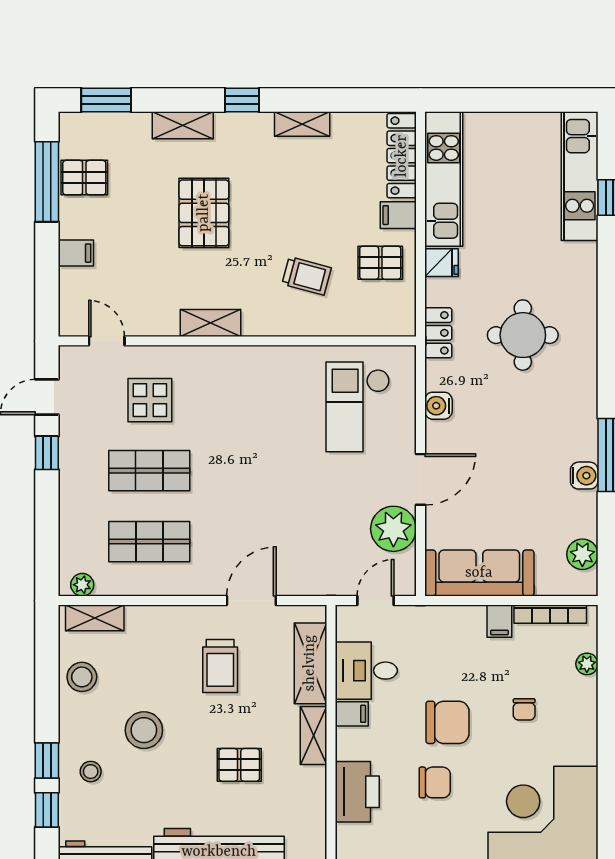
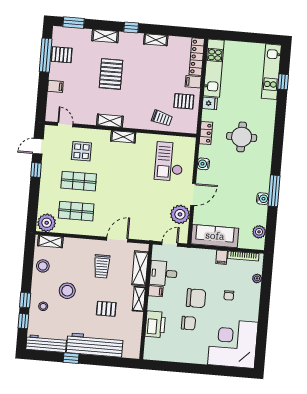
trolley: (307, 276) -> (162, 118), moved
shelving: (245, 358) -> (123, 137), added
plant: (82, 585) -> (47, 223), width x1.88, depth x1.88

